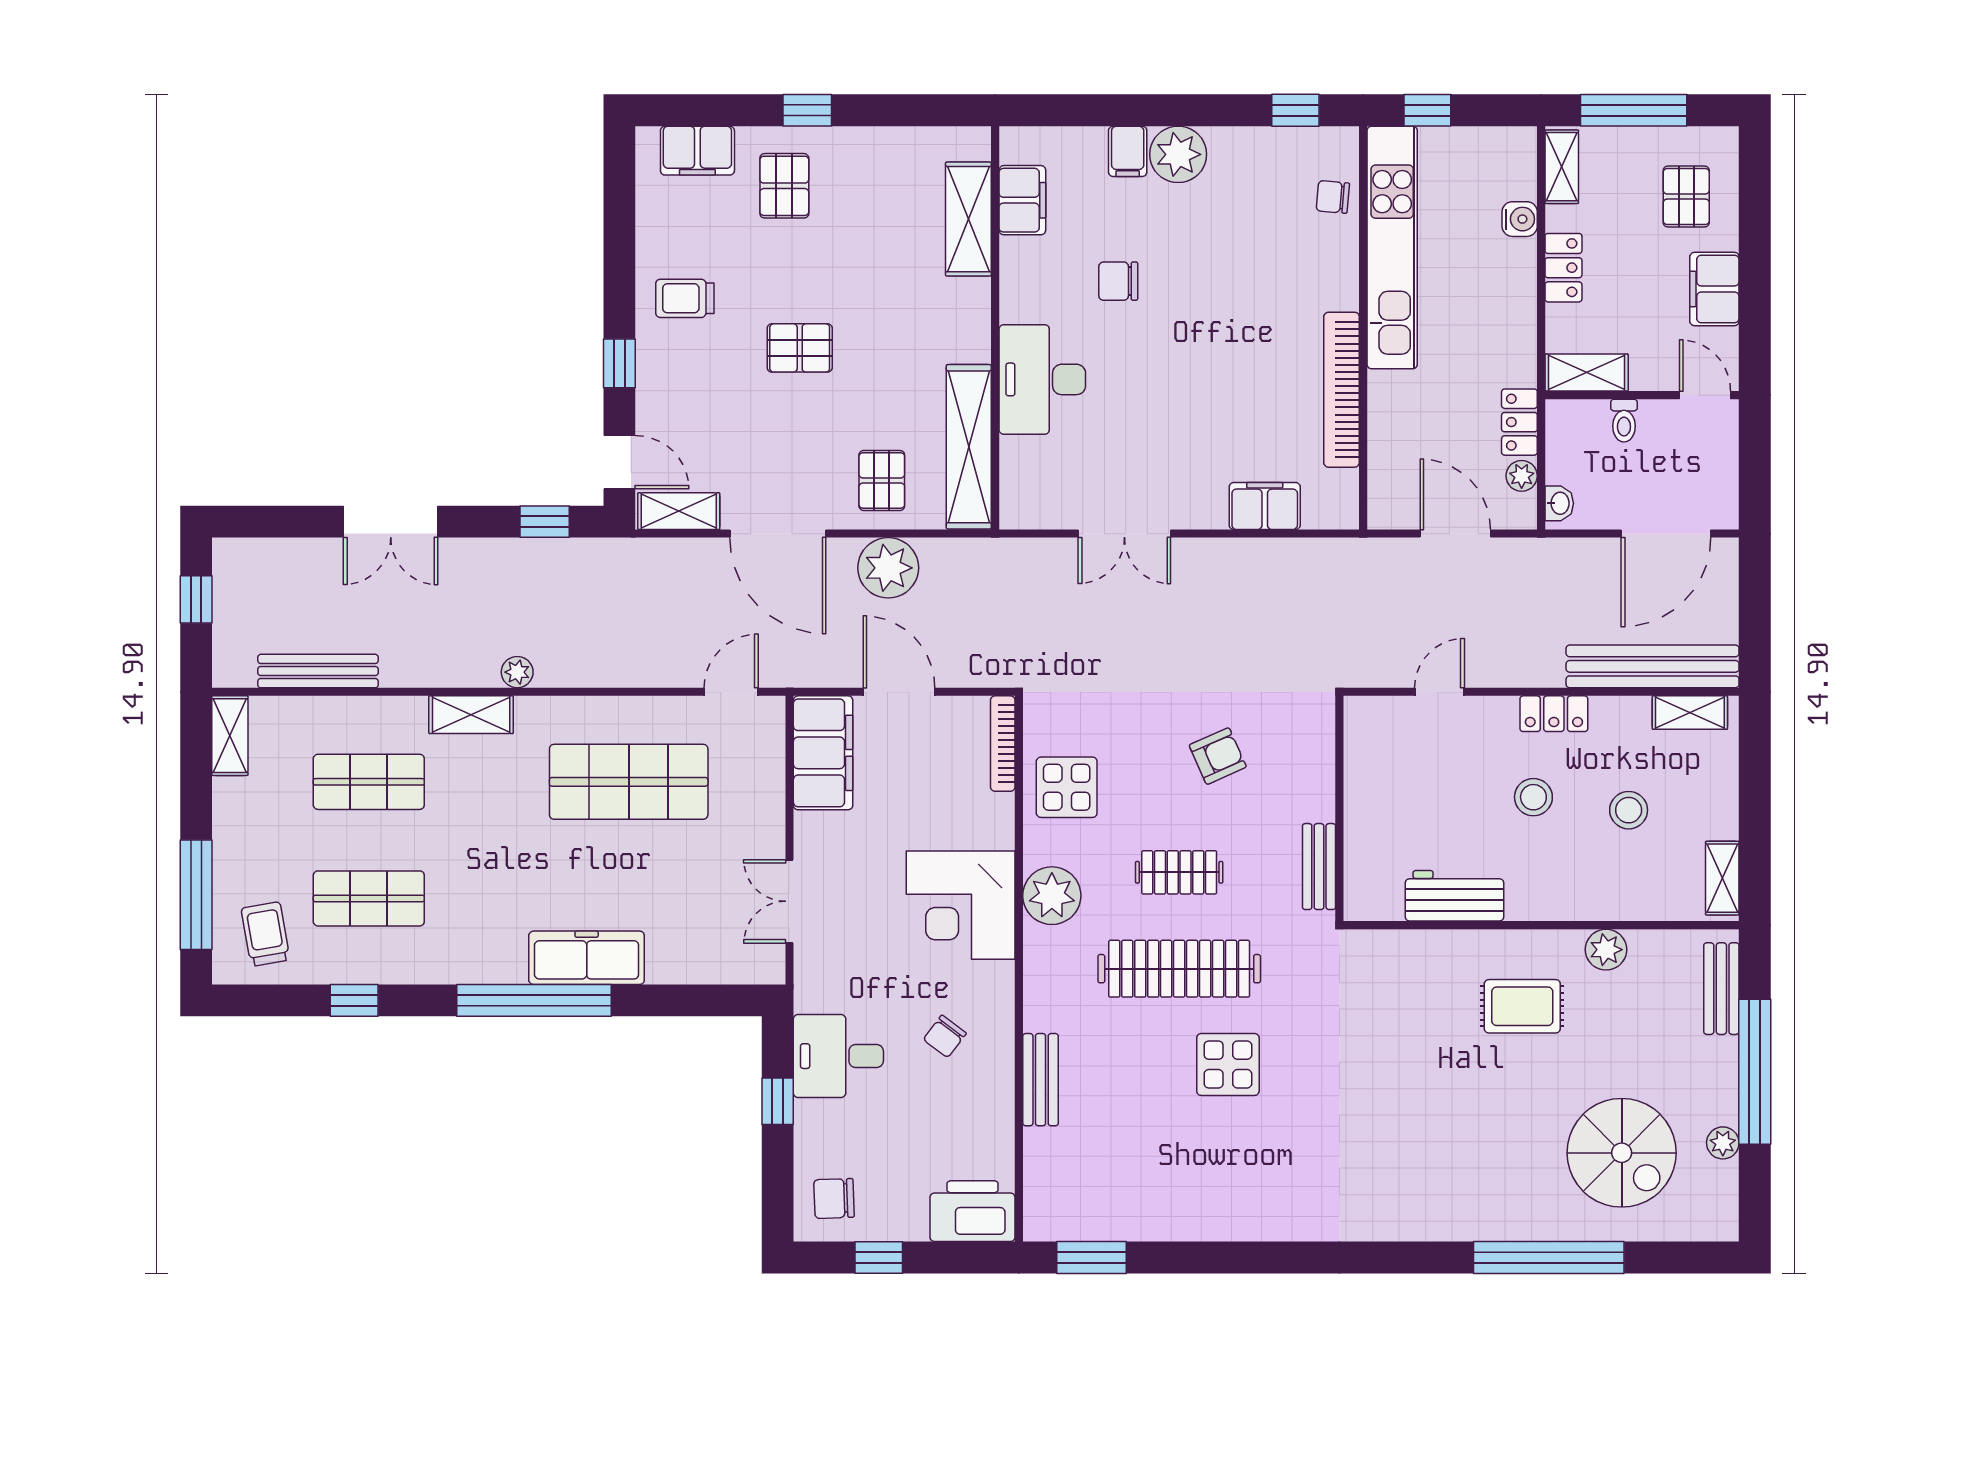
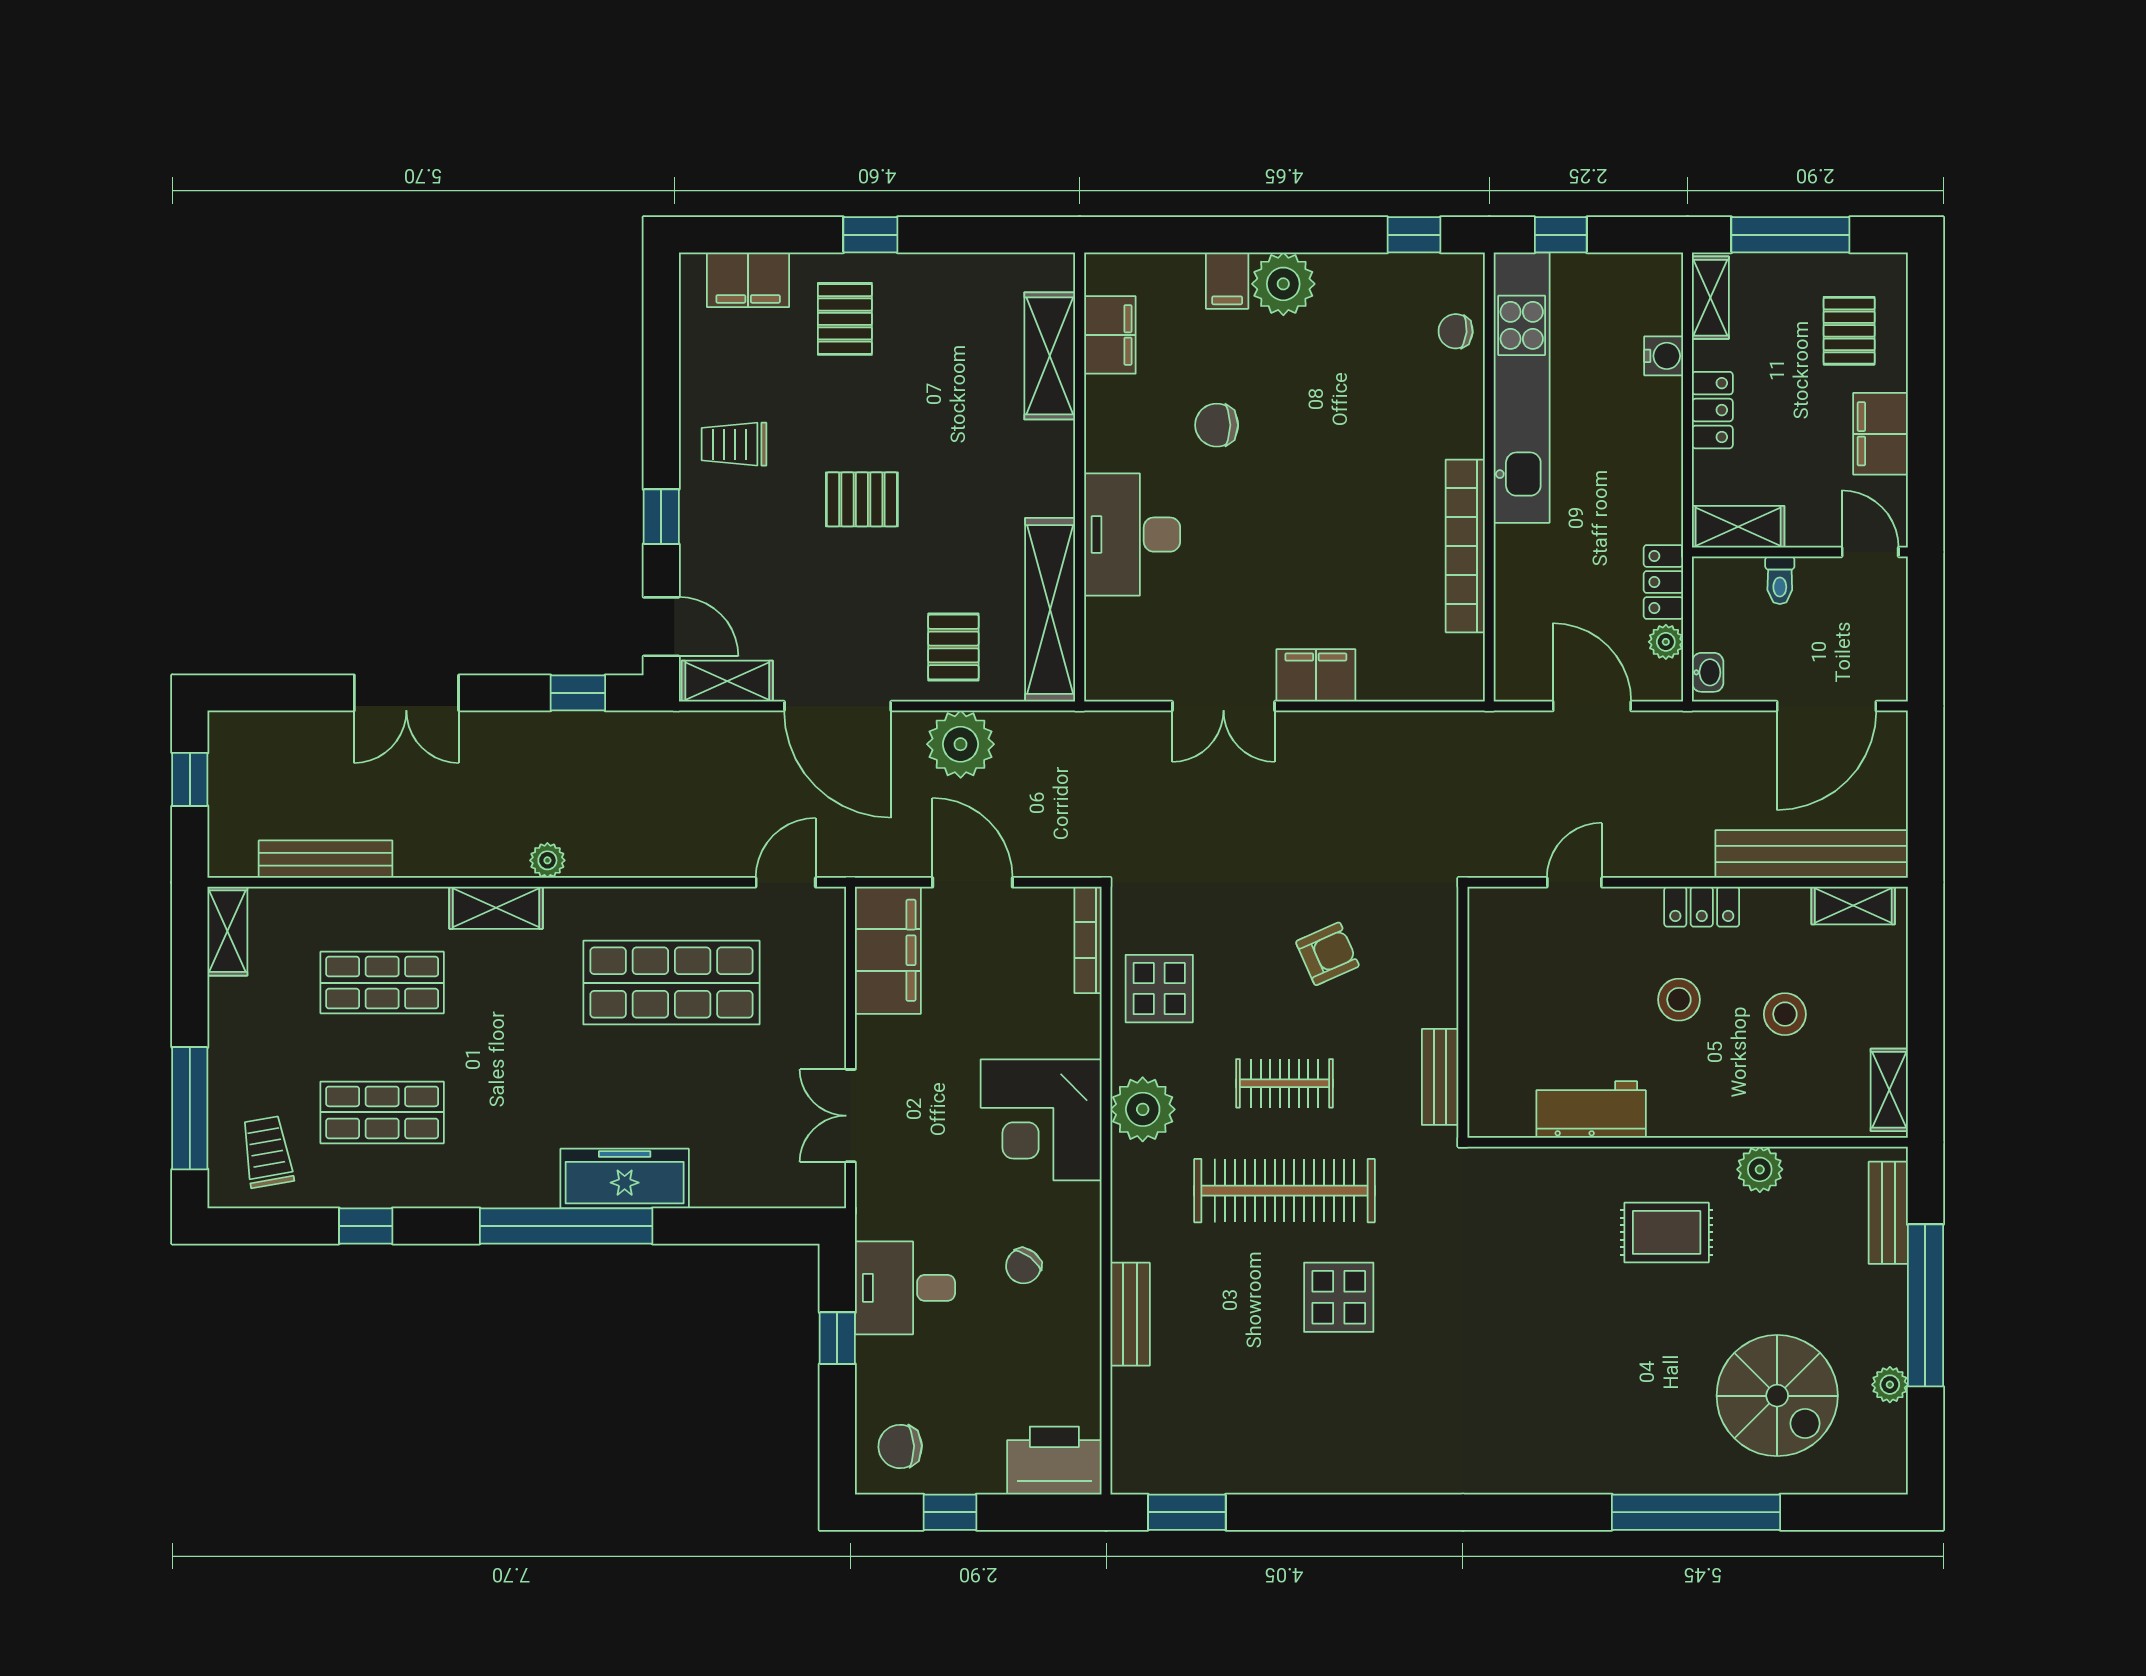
filing cabinet: (1265, 506) -> (1316, 675), moved

